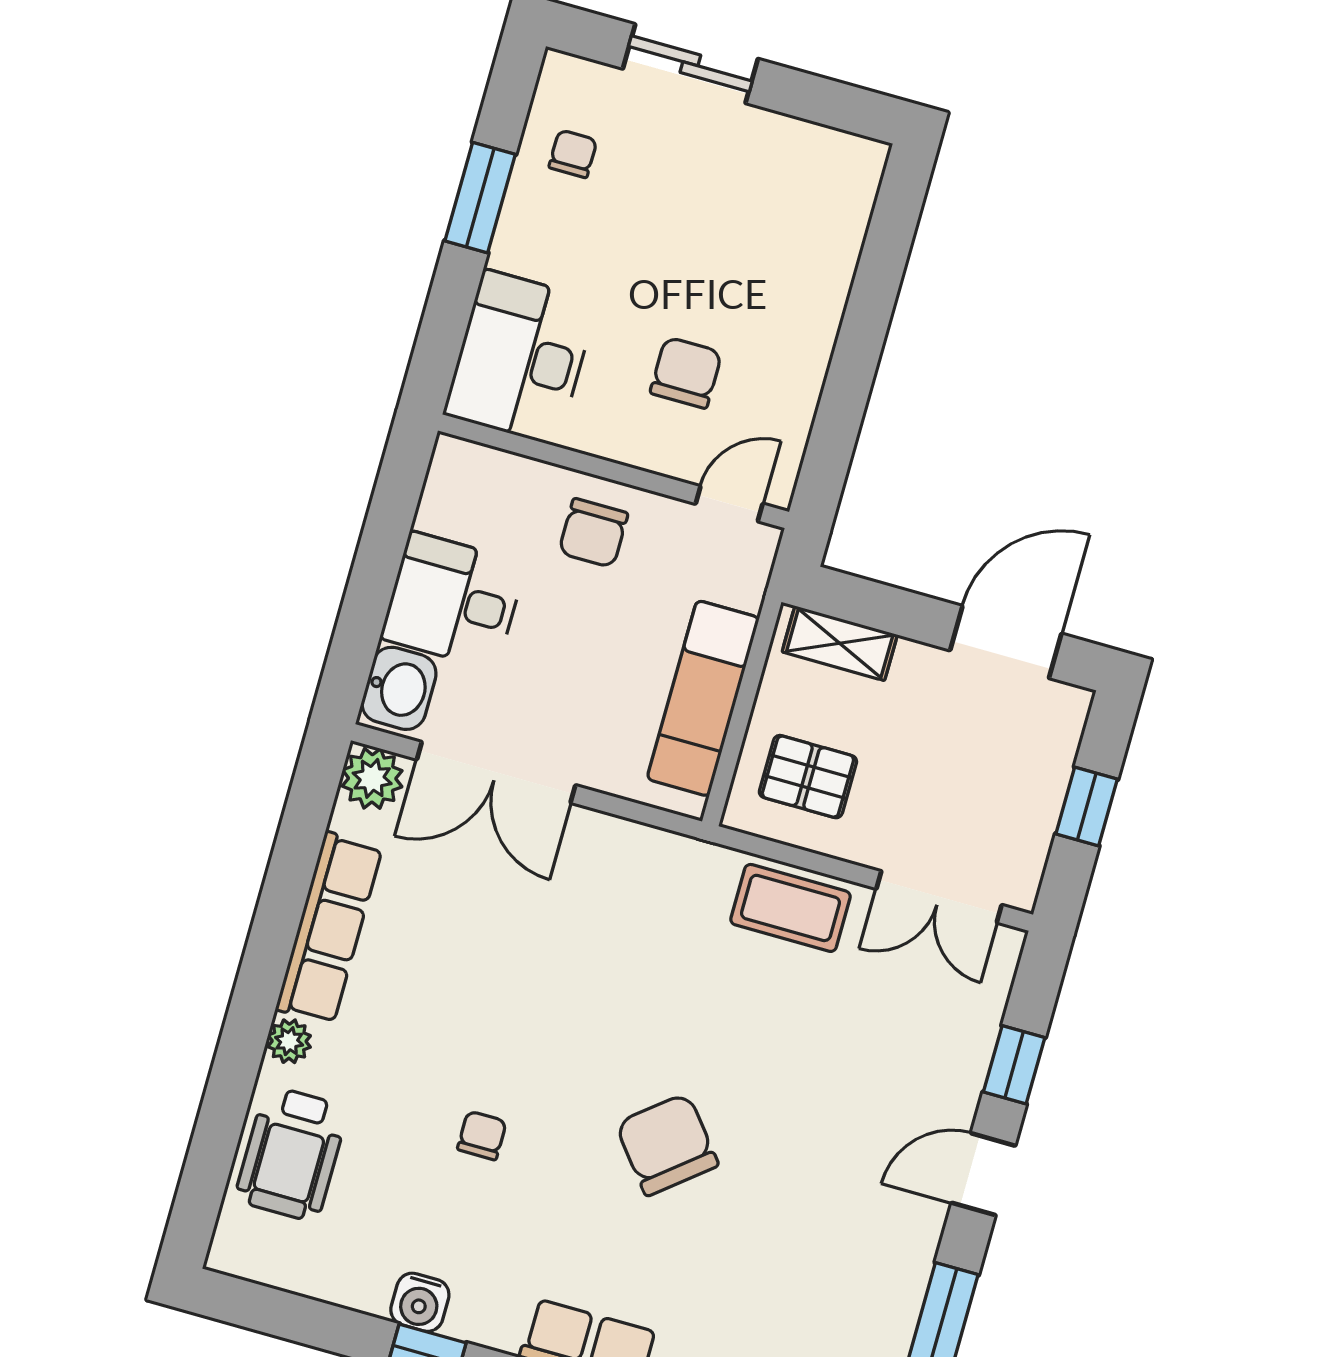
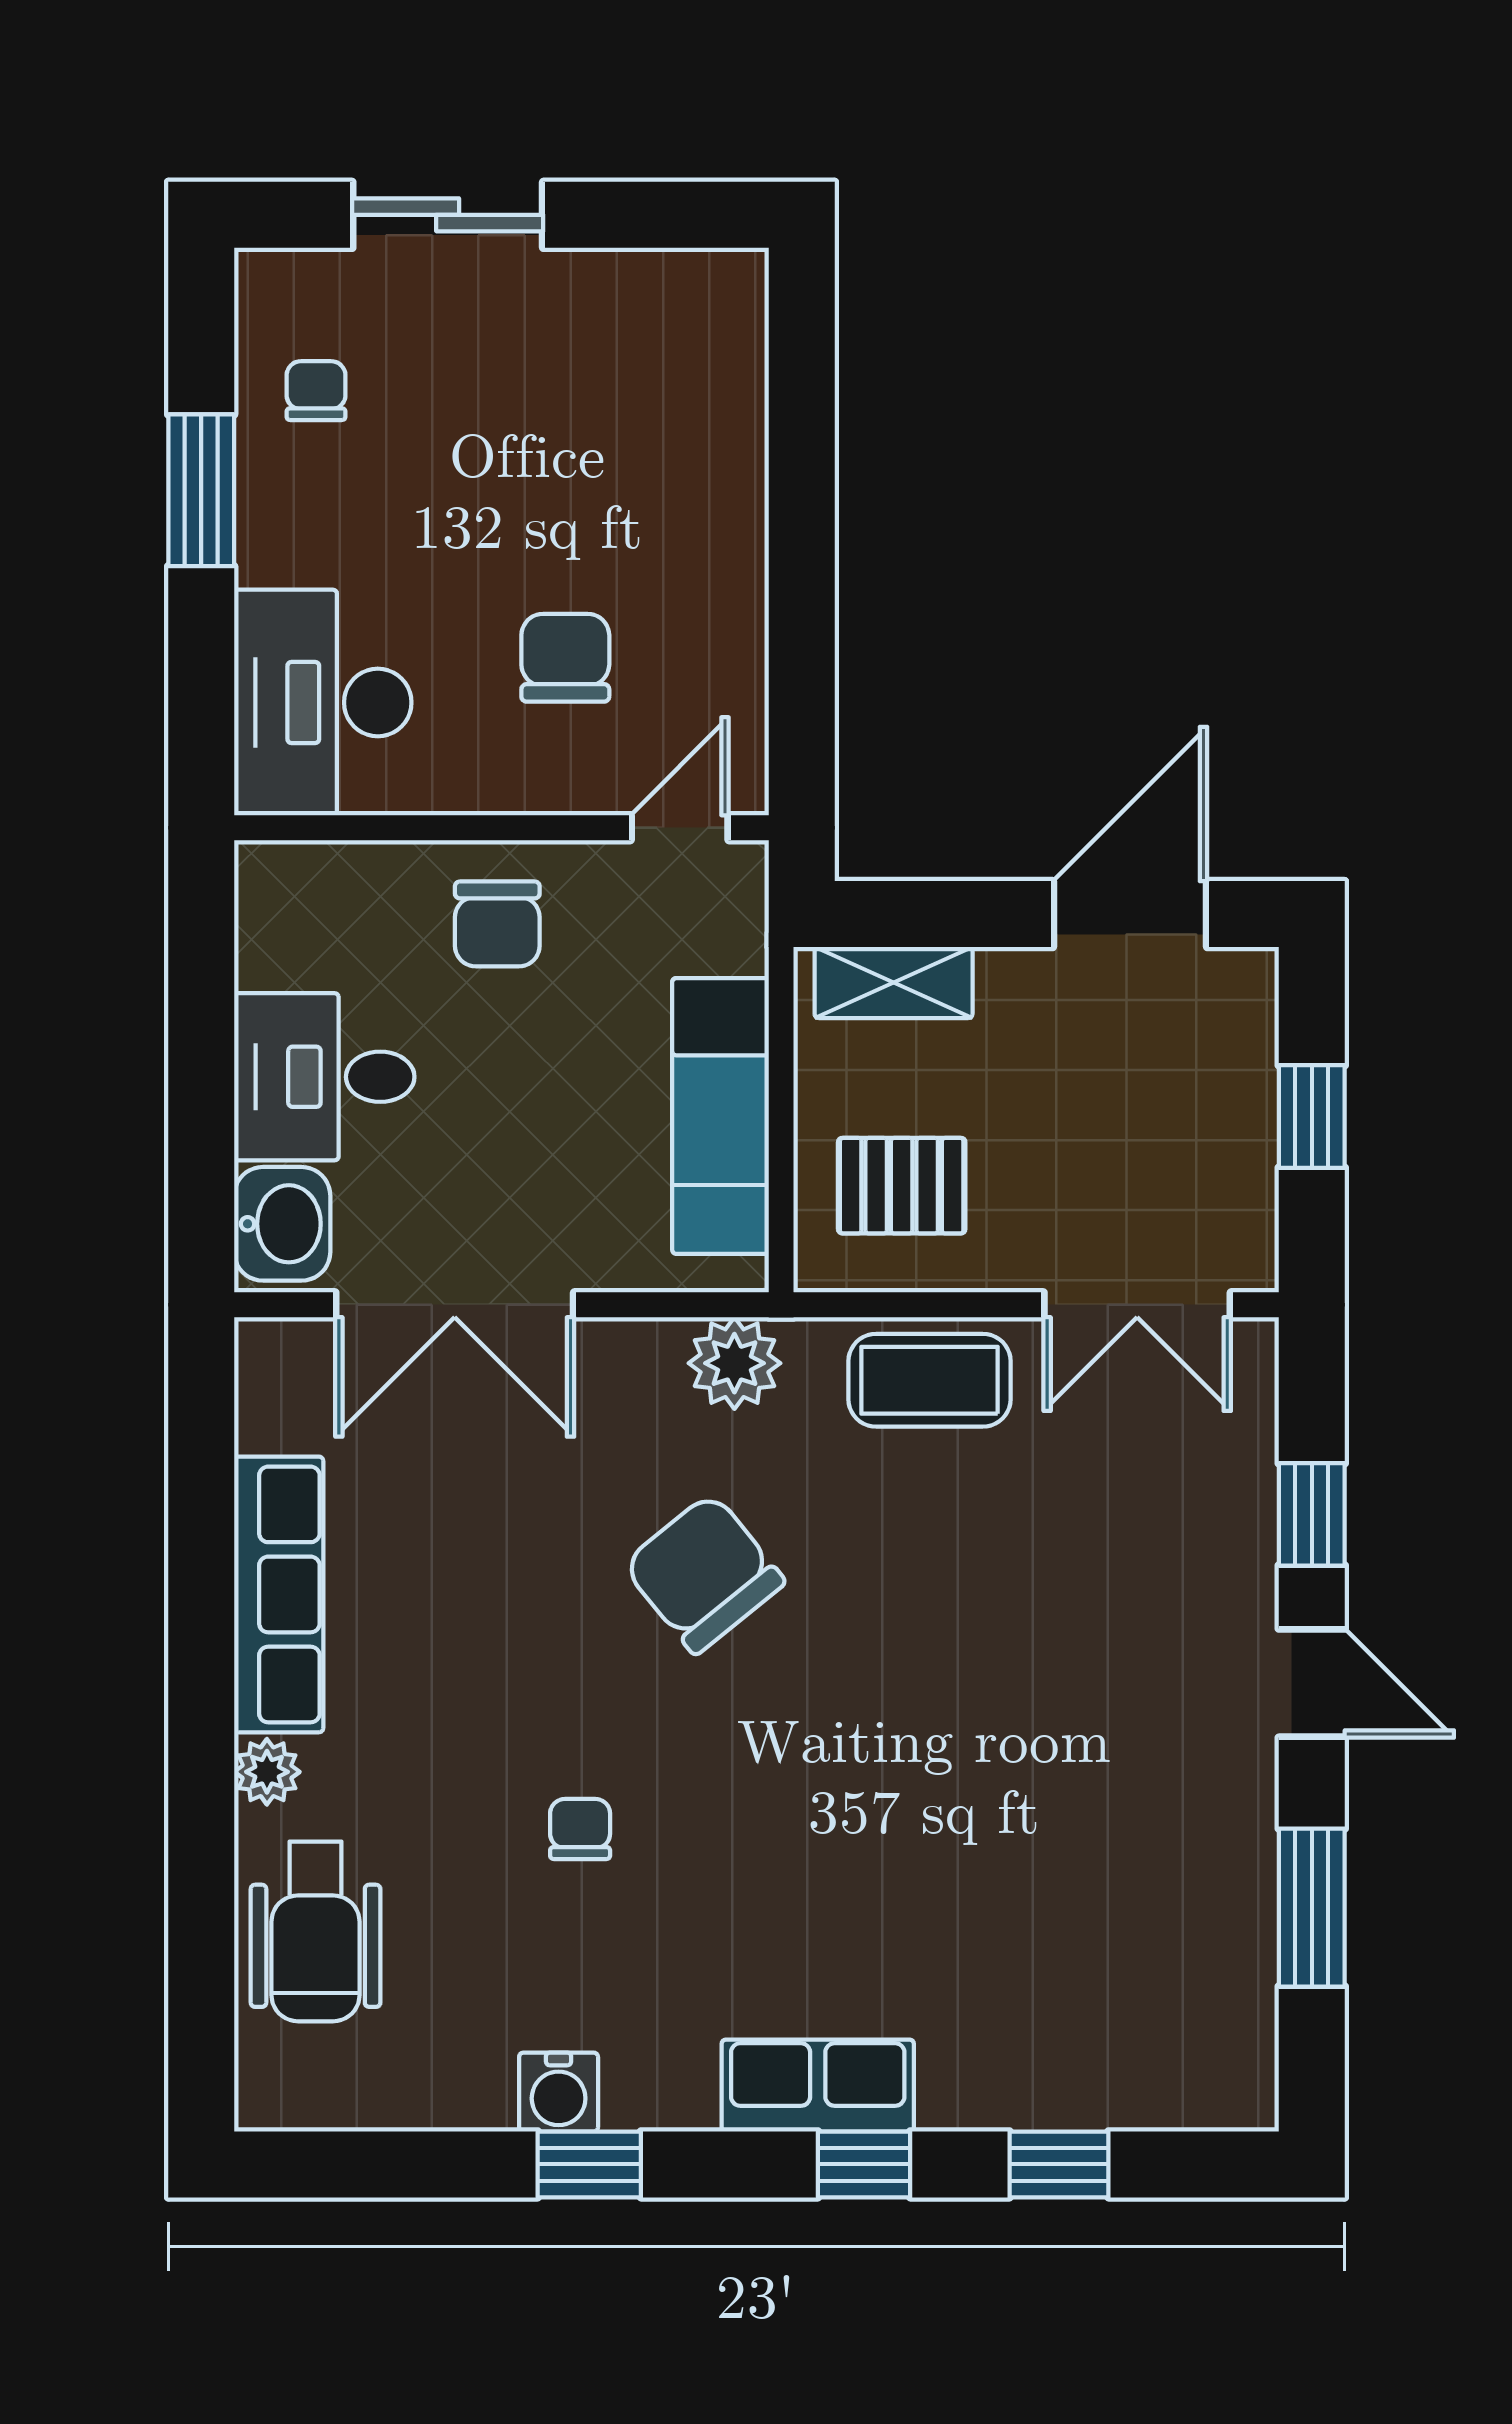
plant: (372, 778) -> (734, 1363), moved
chair: (667, 1145) -> (704, 1573), moved
door: (983, 1174) -> (1312, 1683), swing flipped

